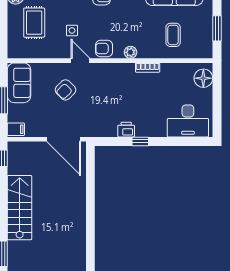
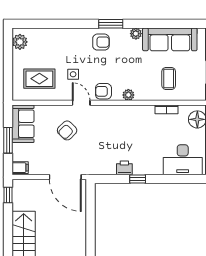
rug: (34, 23) -> (39, 79), moved, turned 90
bookcase: (148, 68) -> (166, 109), moved

